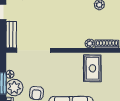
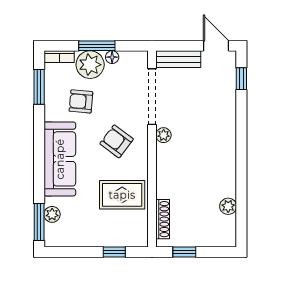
plant: (90, 43) -> (164, 135), moved
armchair: (60, 72) -> (117, 141), added

